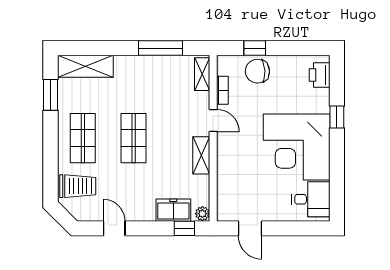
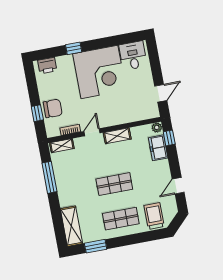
chair: (257, 71) -> (53, 108), turned -87

